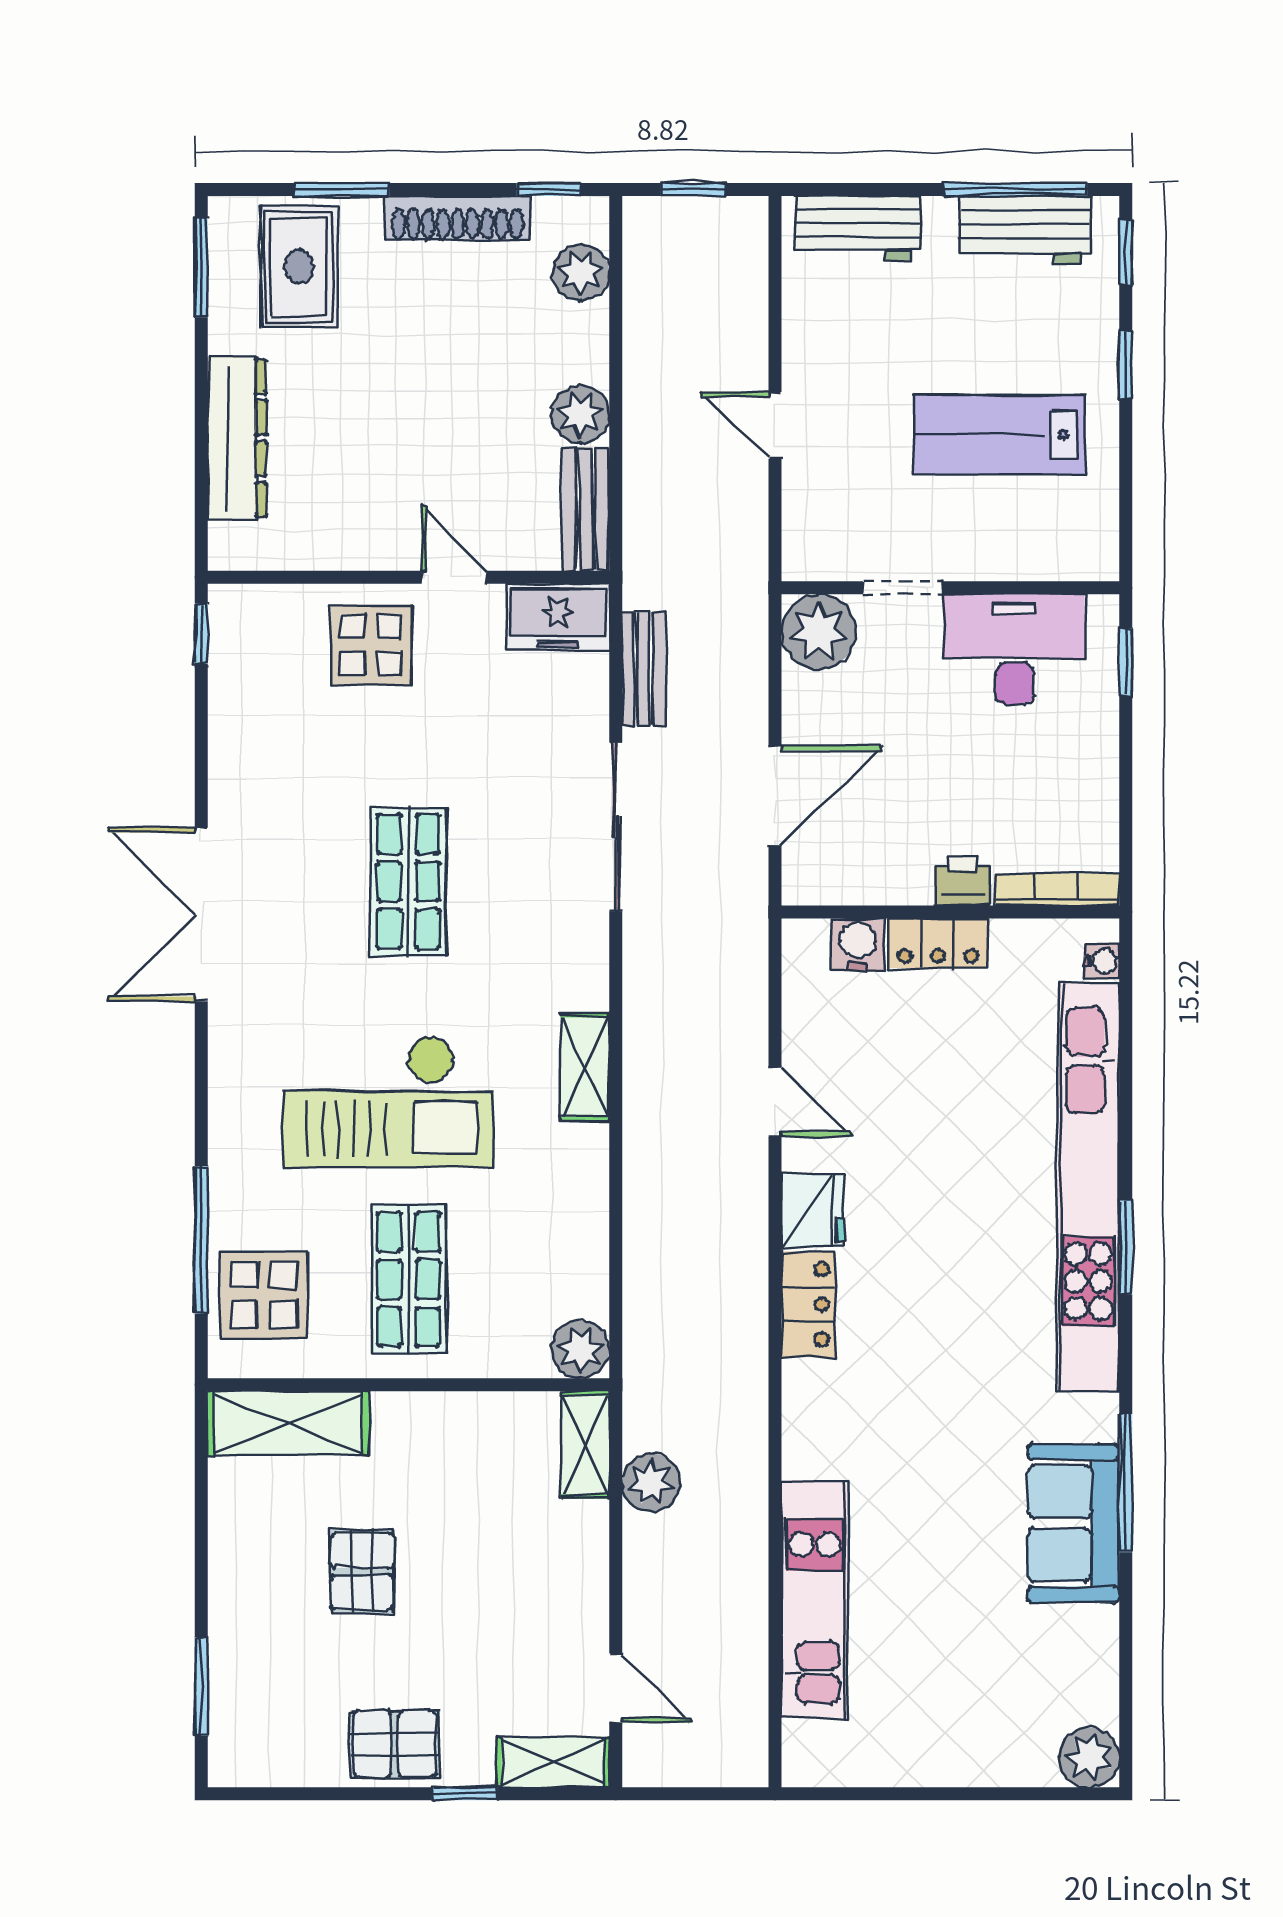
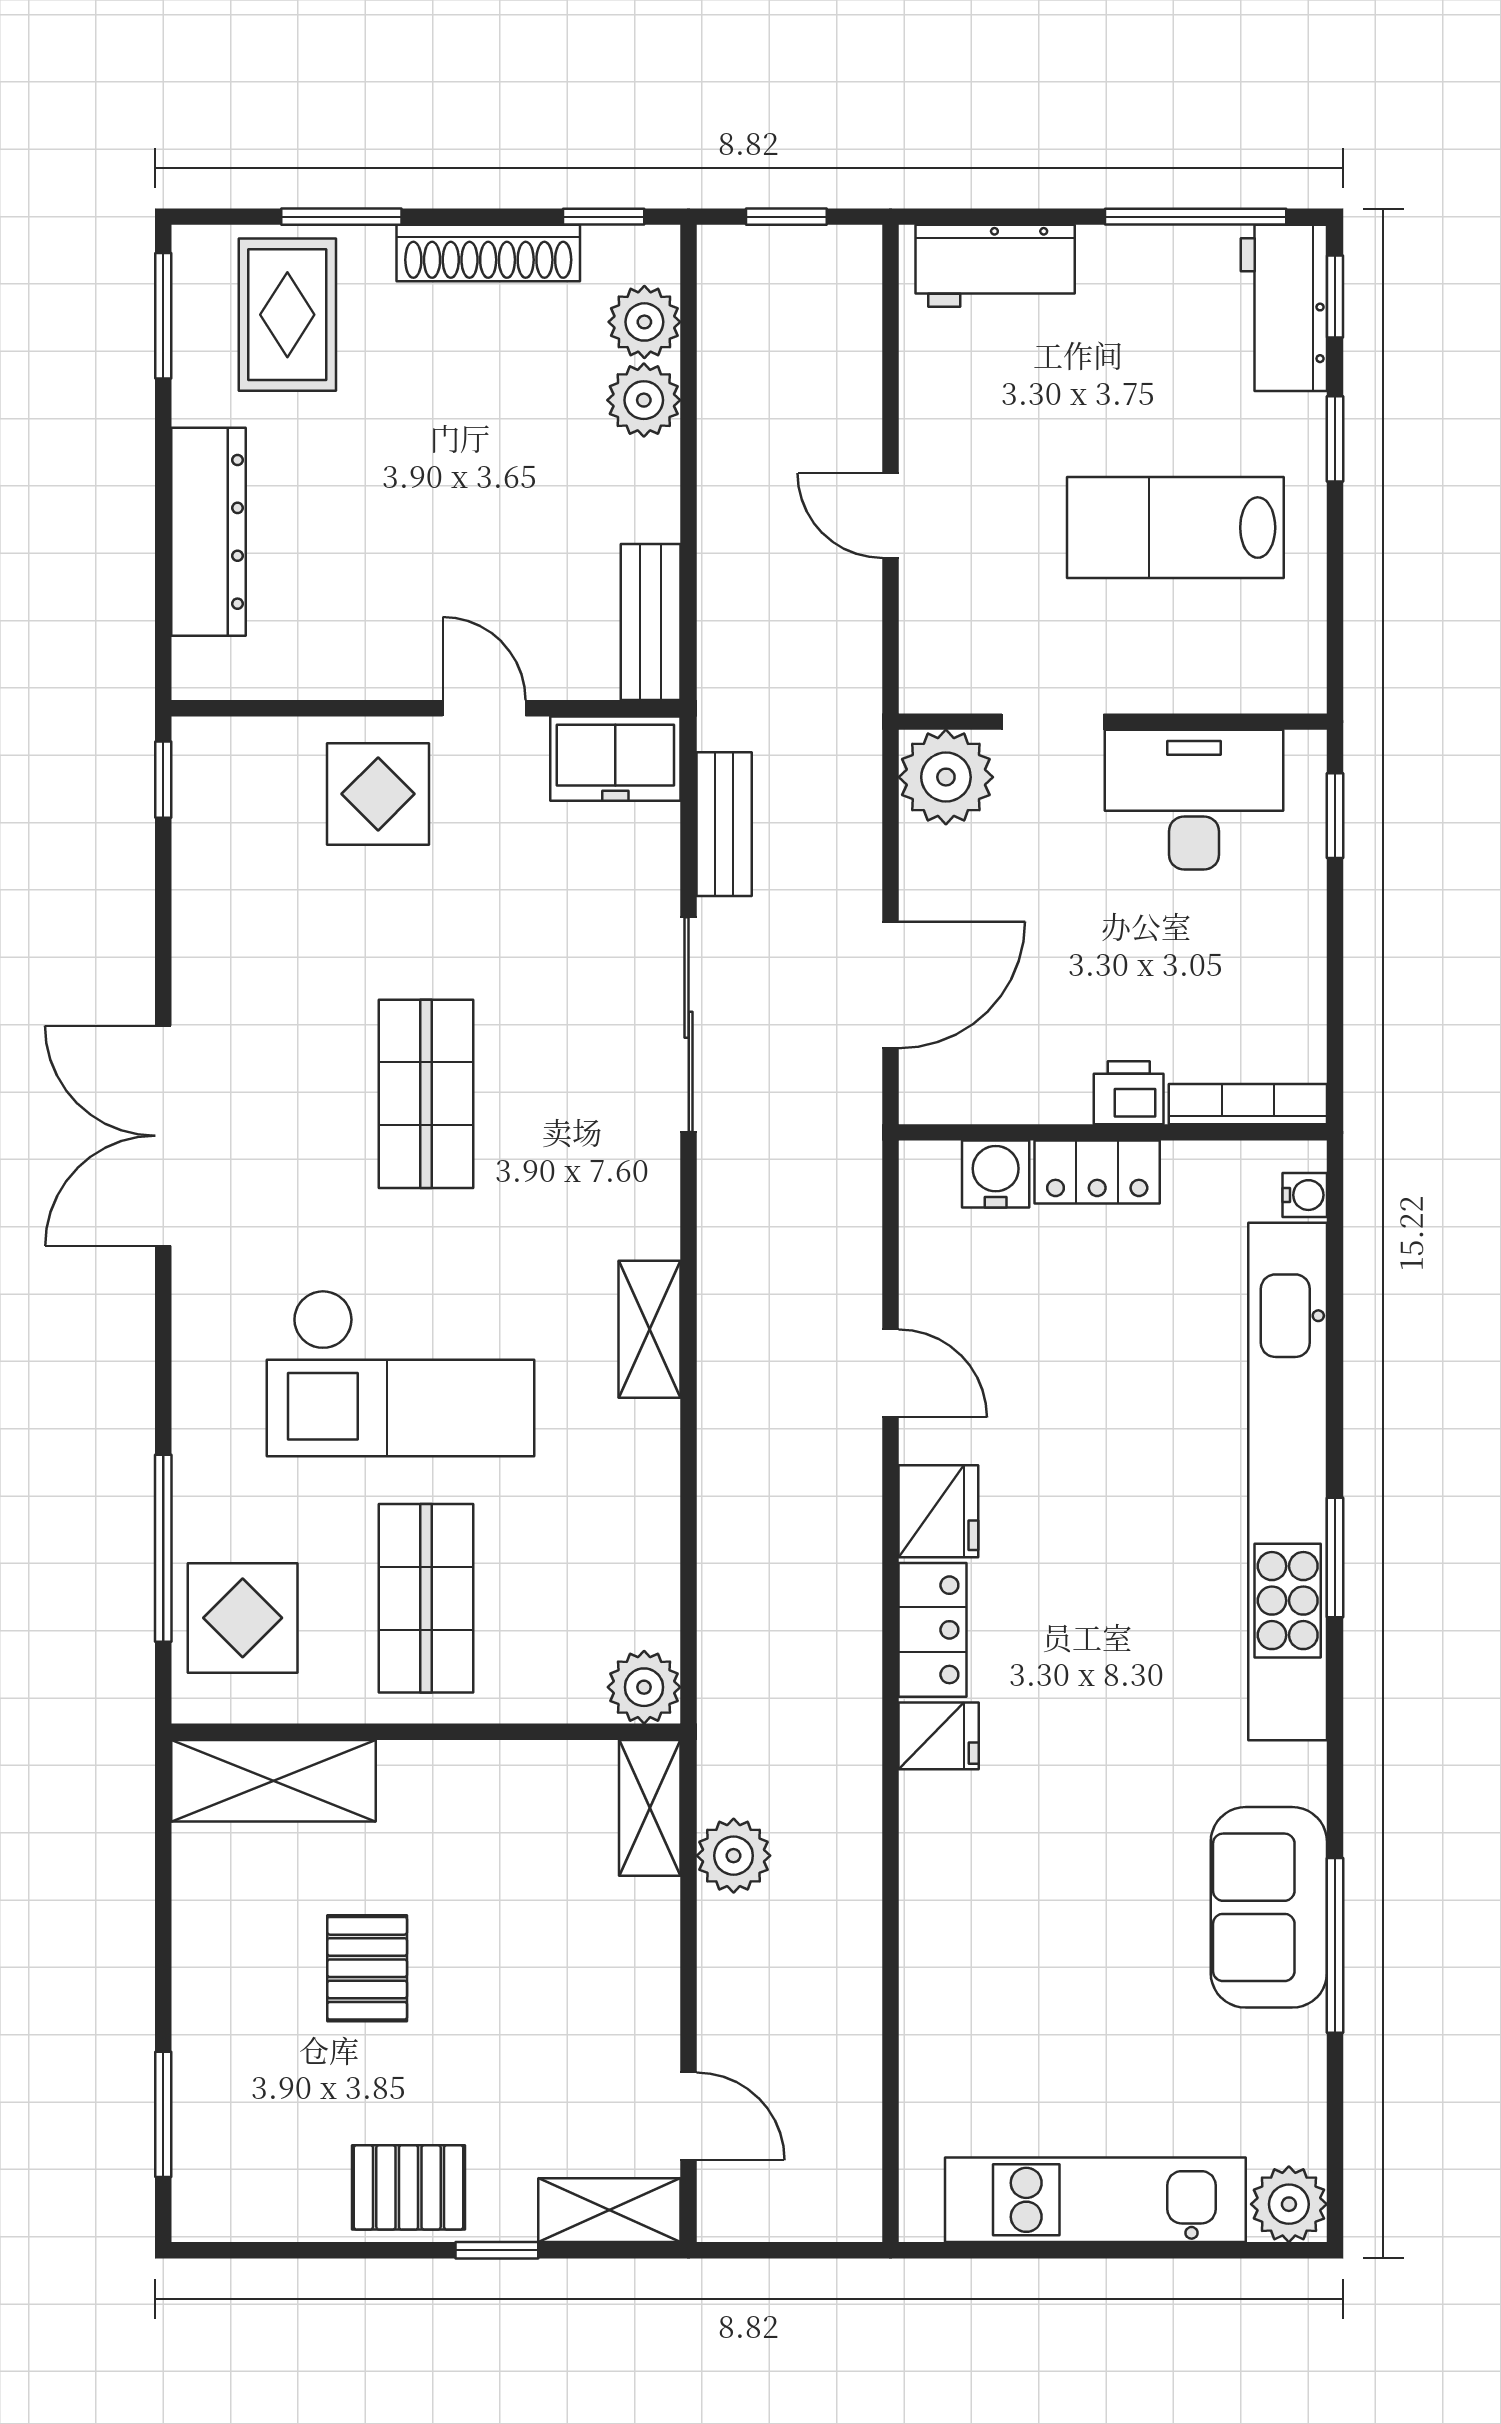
workbench: (1026, 230) -> (1284, 308), moved, turned 90
plant: (580, 414) -> (644, 400), moved
fridge: (813, 1388) -> (939, 1736), added
window: (1126, 1483) -> (1335, 1945), moved
kitchen unit: (815, 1599) -> (1095, 2200), moved, turned -90

